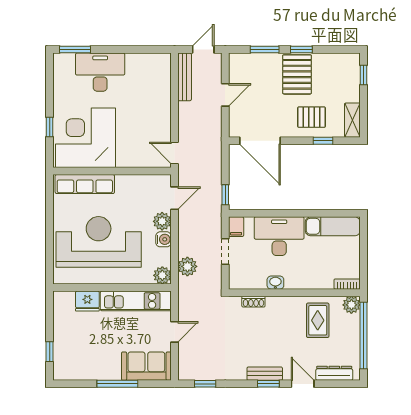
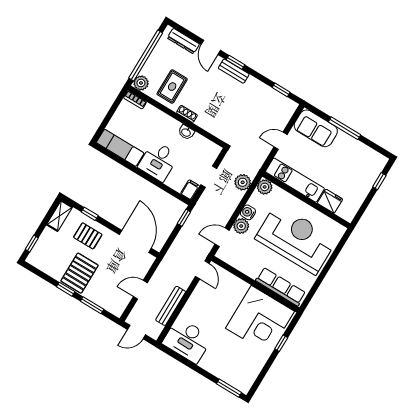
desk: (100, 72) -> (187, 340), moved
bench: (185, 77) -> (171, 306), moved
desk: (279, 236) -> (158, 161), width x0.73
reception desk: (99, 242) -> (296, 239), turned 180
shoe rack: (253, 302) -> (187, 114), moved

